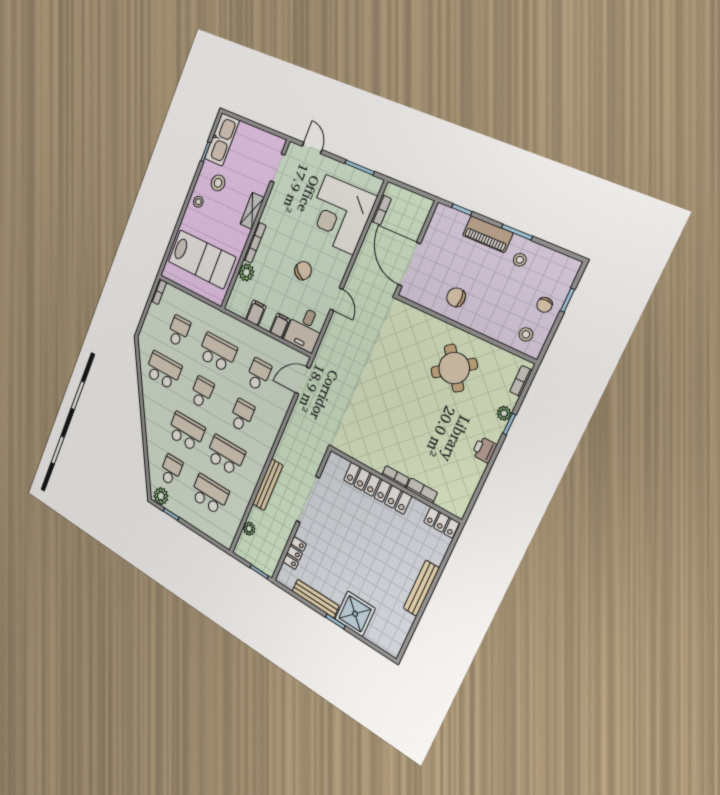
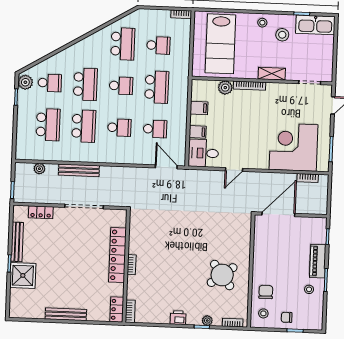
chair: (303, 271) -> (244, 135), removed
chair: (456, 297) -> (266, 292), moved
bookcase: (422, 490) -> (130, 311), moved

